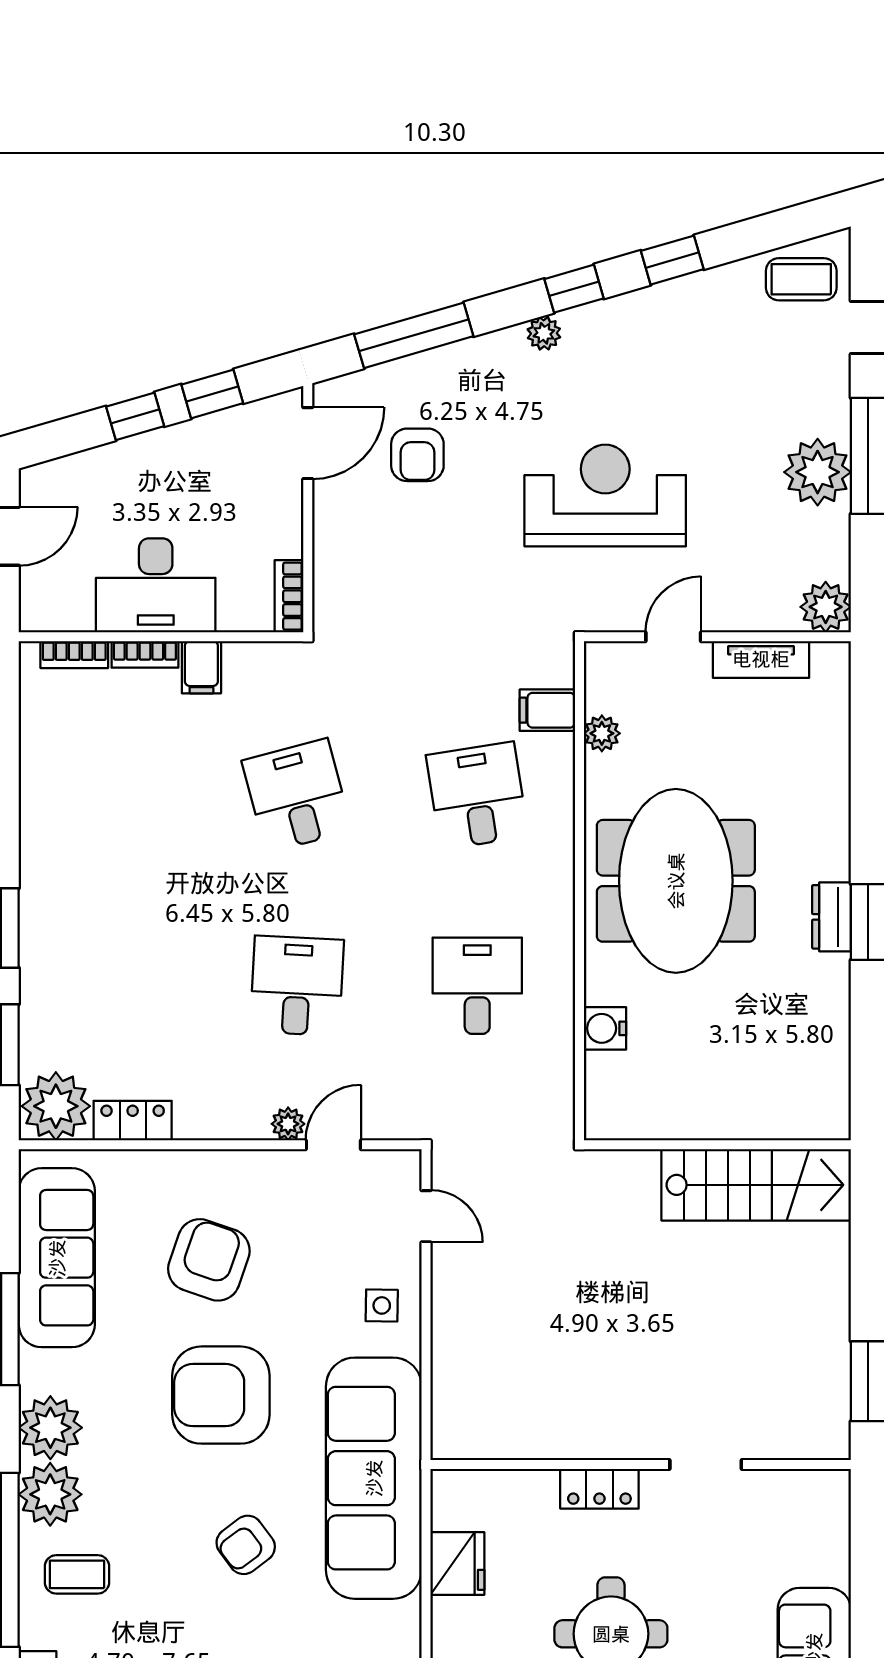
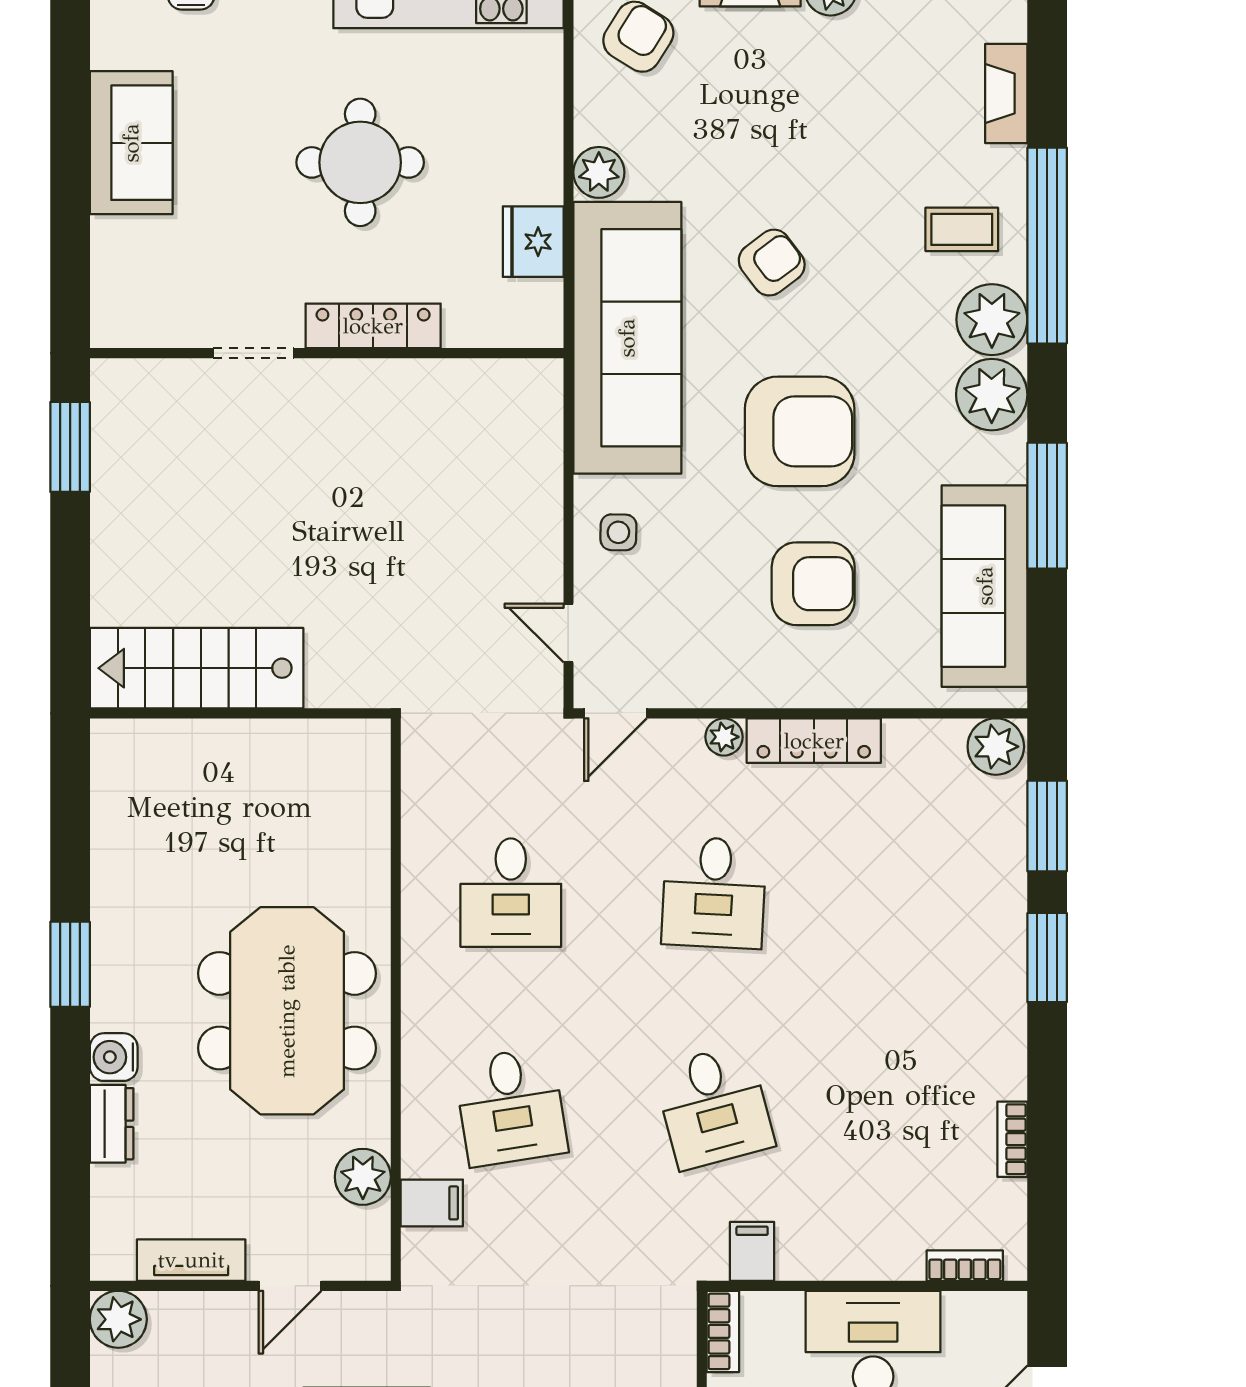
bookcase: (145, 654) -> (1012, 1139), moved, turned -90
filing cabinet: (201, 667) -> (752, 1251), moved
plant: (602, 733) -> (363, 1177), width x1.38, depth x1.38
dresser: (832, 917) -> (112, 1124), moved
water cooler: (605, 1028) -> (114, 1057), moved, turned 180
plant: (56, 1106) -> (996, 747), width x0.73, depth x0.73
locker: (133, 1121) -> (814, 741), moved, width x1.53
door: (333, 1145) -> (615, 713), moved
armchair: (209, 1260) -> (813, 584), turned -109
locker: (599, 1489) -> (373, 326), width x1.53
plant: (399, 1625) -> (599, 172), added

